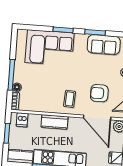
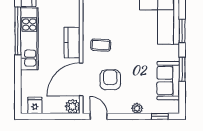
kitchen counter: (55, 122) -> (72, 43), moved

